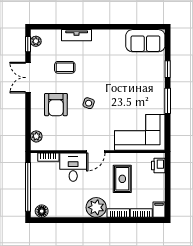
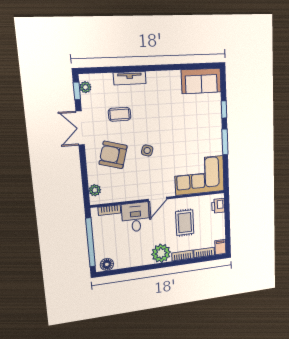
armchair: (56, 105) -> (113, 155), turned 106

